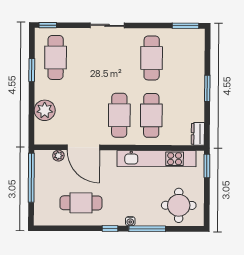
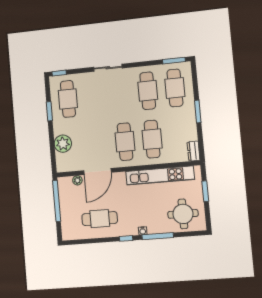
cafe table: (184, 58) -> (175, 88), added
door: (83, 147) -> (97, 172), hinge flipped
window: (207, 166) -> (205, 191), moved

